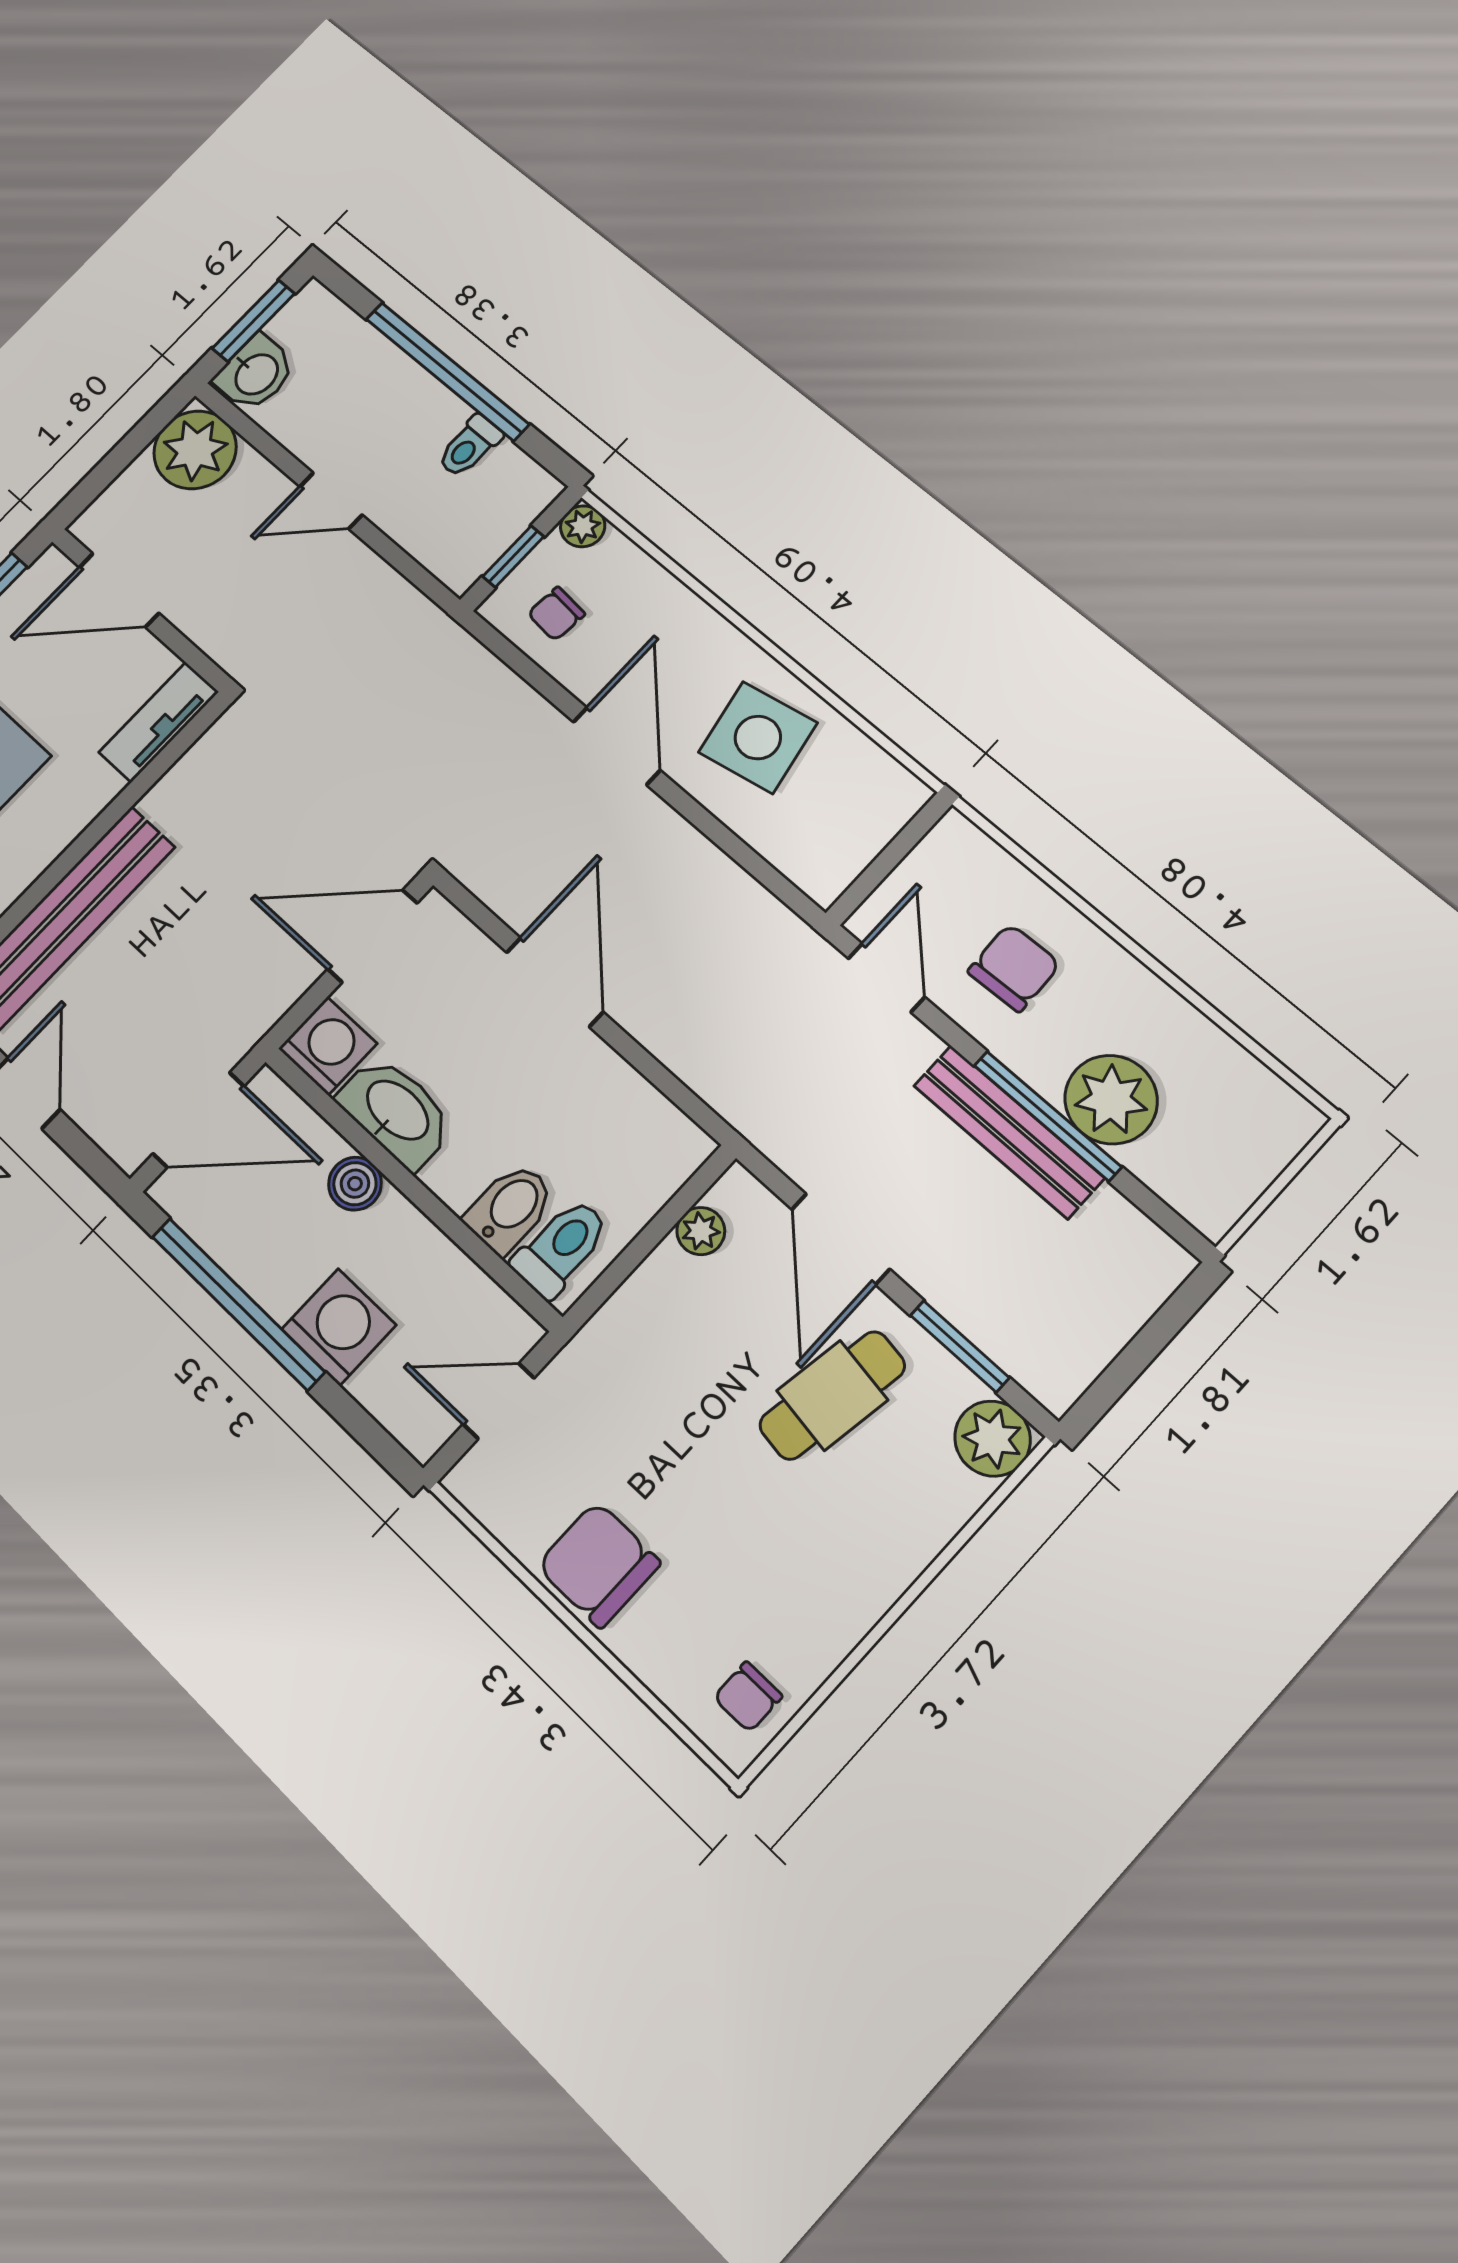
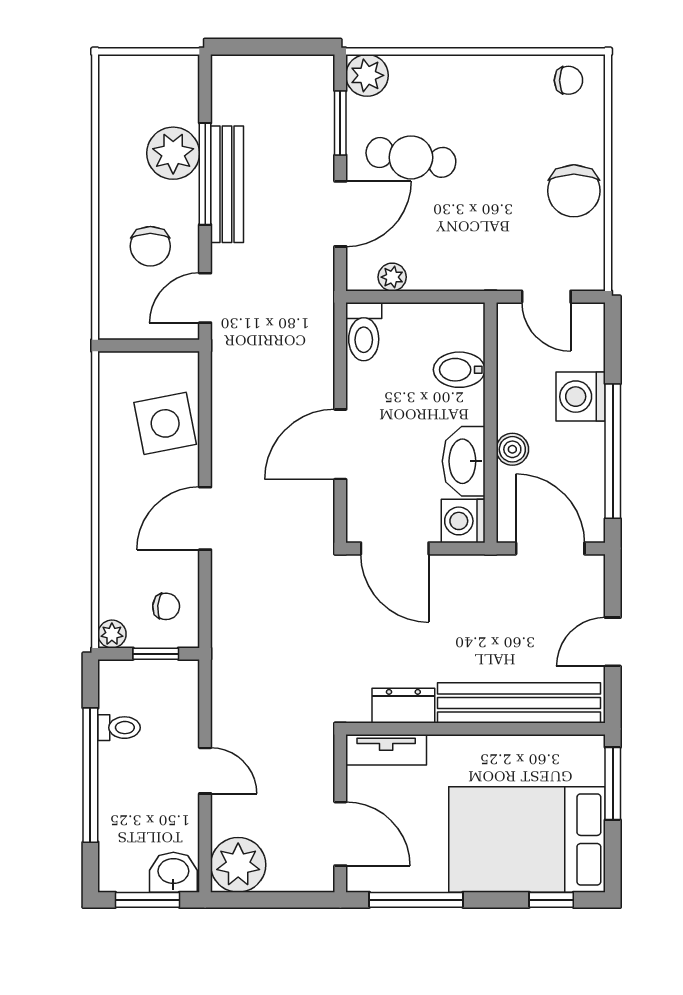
side table: (758, 738) -> (165, 423), moved
dresser: (188, 785) -> (403, 706), added
chair: (1014, 968) -> (150, 246), turned -88
toilet: (561, 1248) -> (364, 332), moved, turned -90

